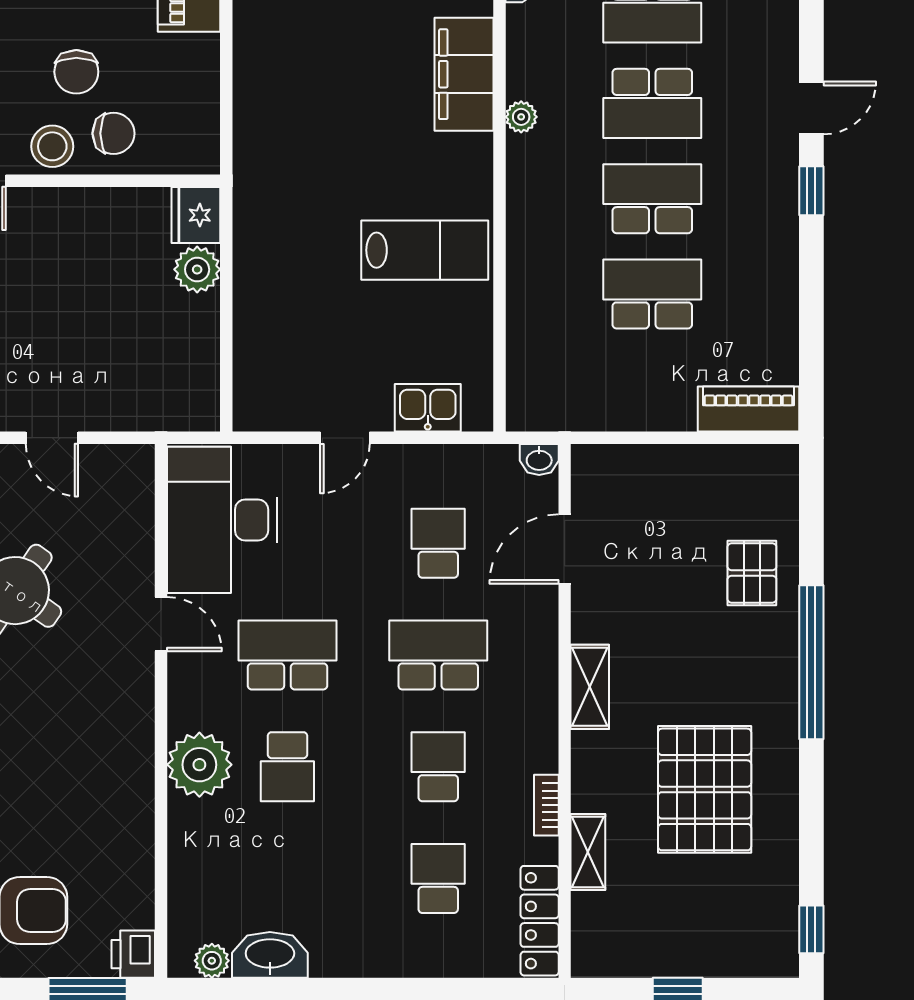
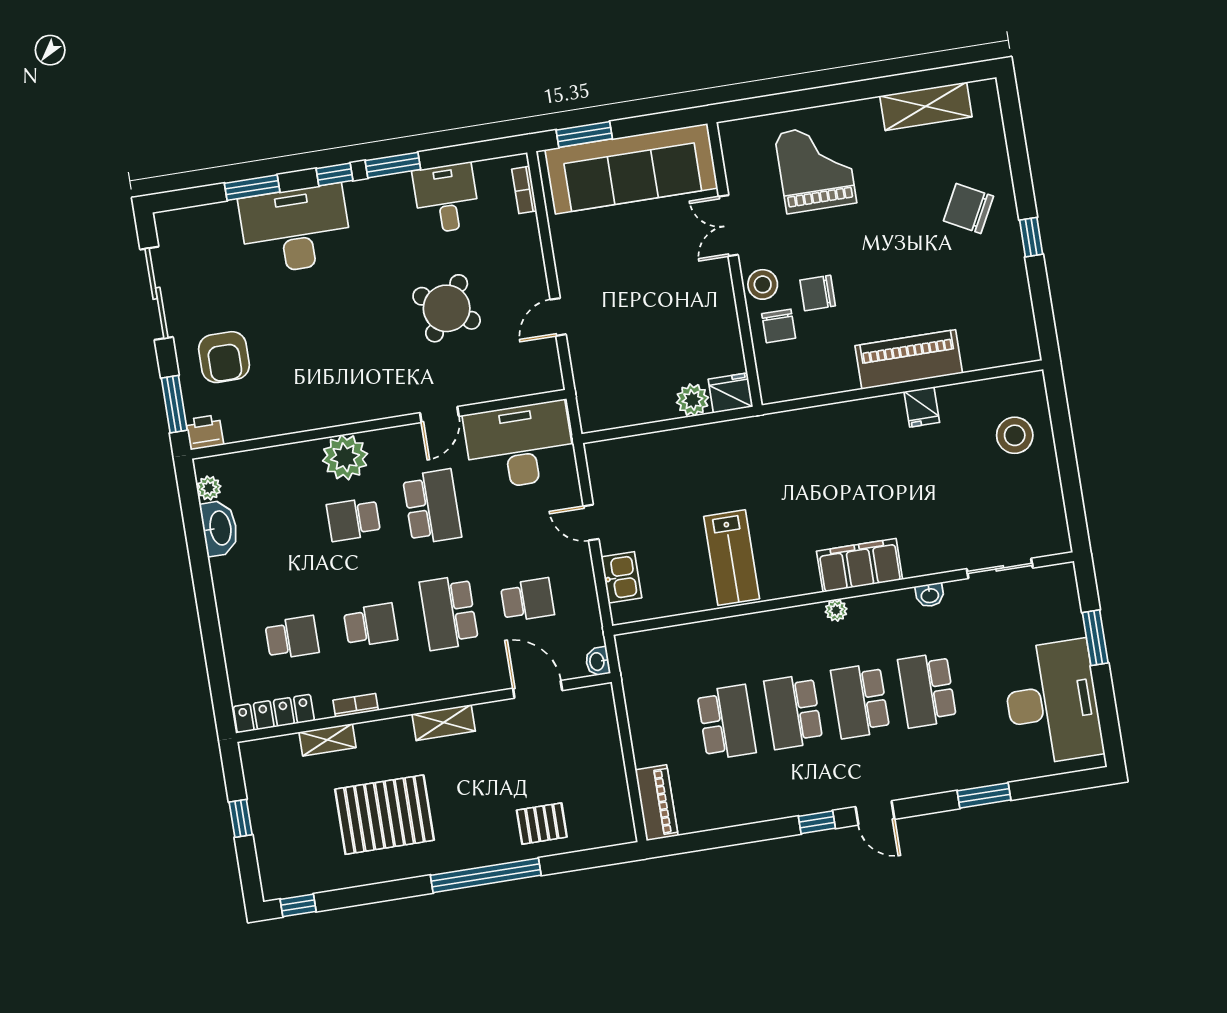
school desk: (652, 199) -> (793, 712), turned 180
school desk: (438, 655) -> (449, 613), turned 180

